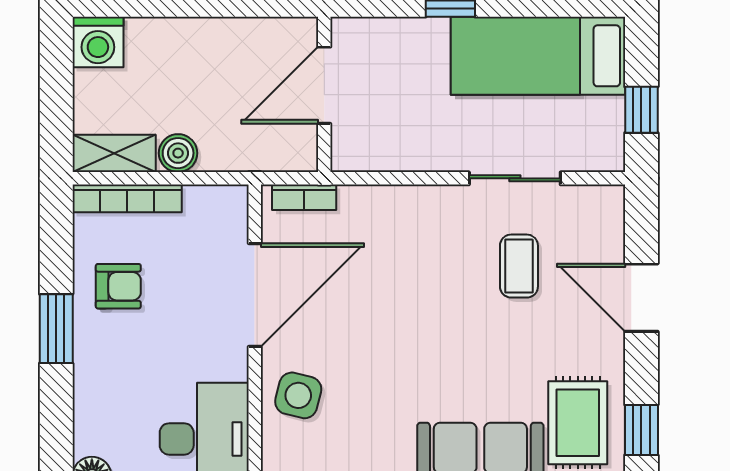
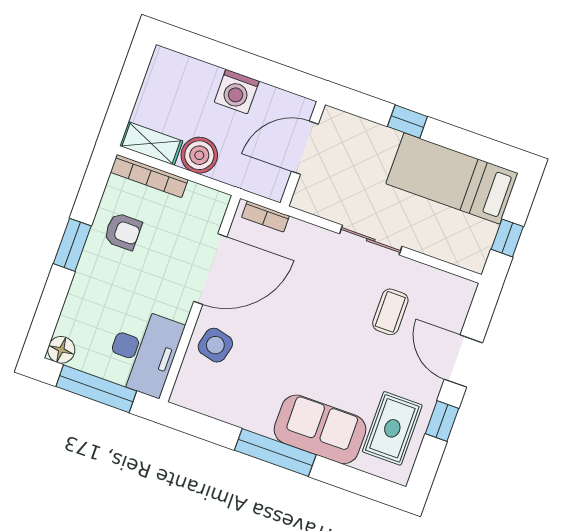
washing machine: (98, 42) -> (237, 92), moved
boiler: (178, 153) -> (199, 155), width x1.36, depth x1.36
sliding door: (515, 178) -> (371, 240), moved
window: (641, 430) -> (442, 421), moved

